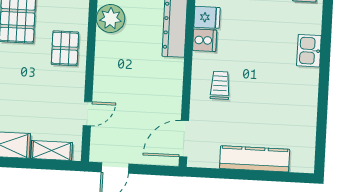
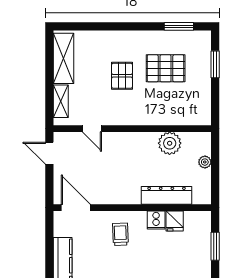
pallet: (65, 48) -> (122, 76), moved, turned 90
trolley: (220, 85) -> (120, 234), turned -92

